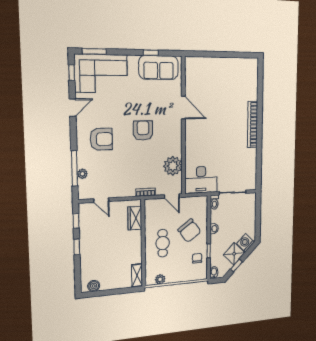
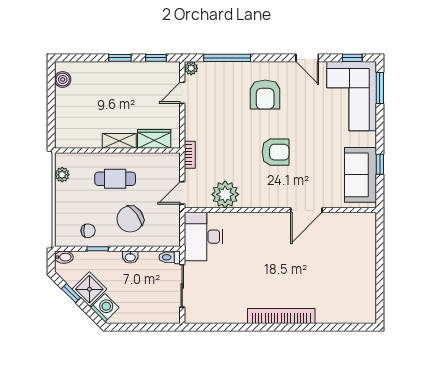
plant: (82, 174) -> (191, 68), moved
shelving: (137, 275) -> (119, 141), moved

